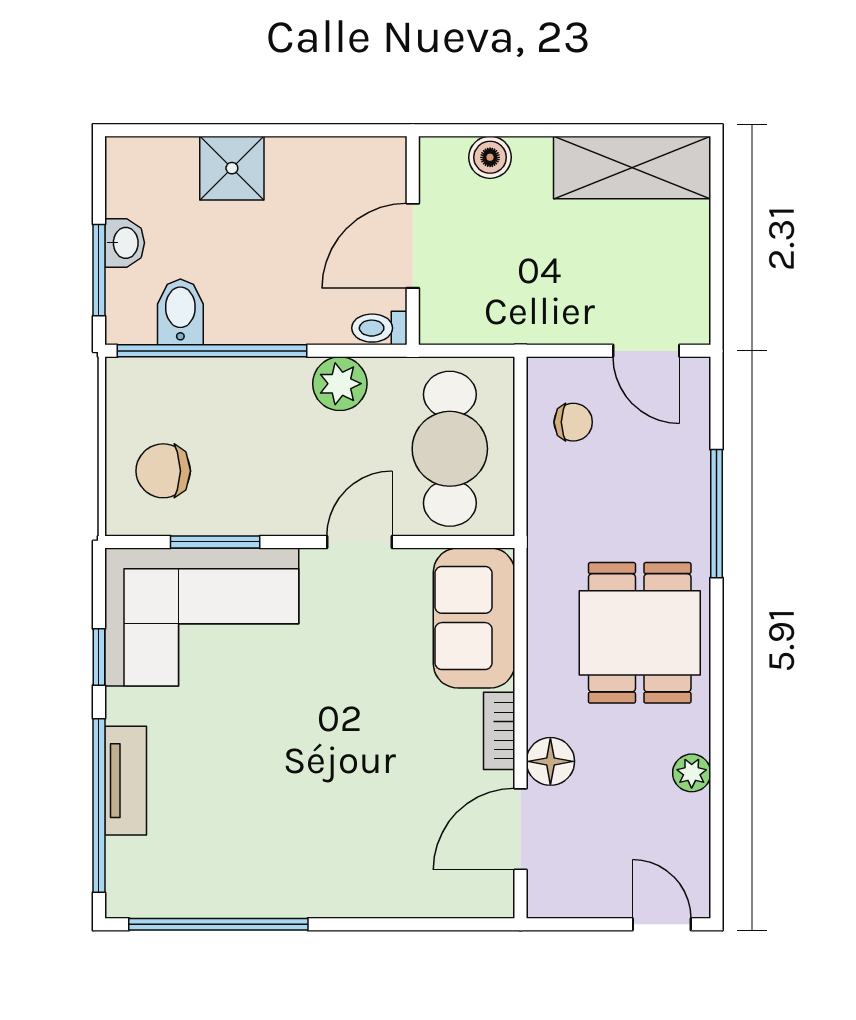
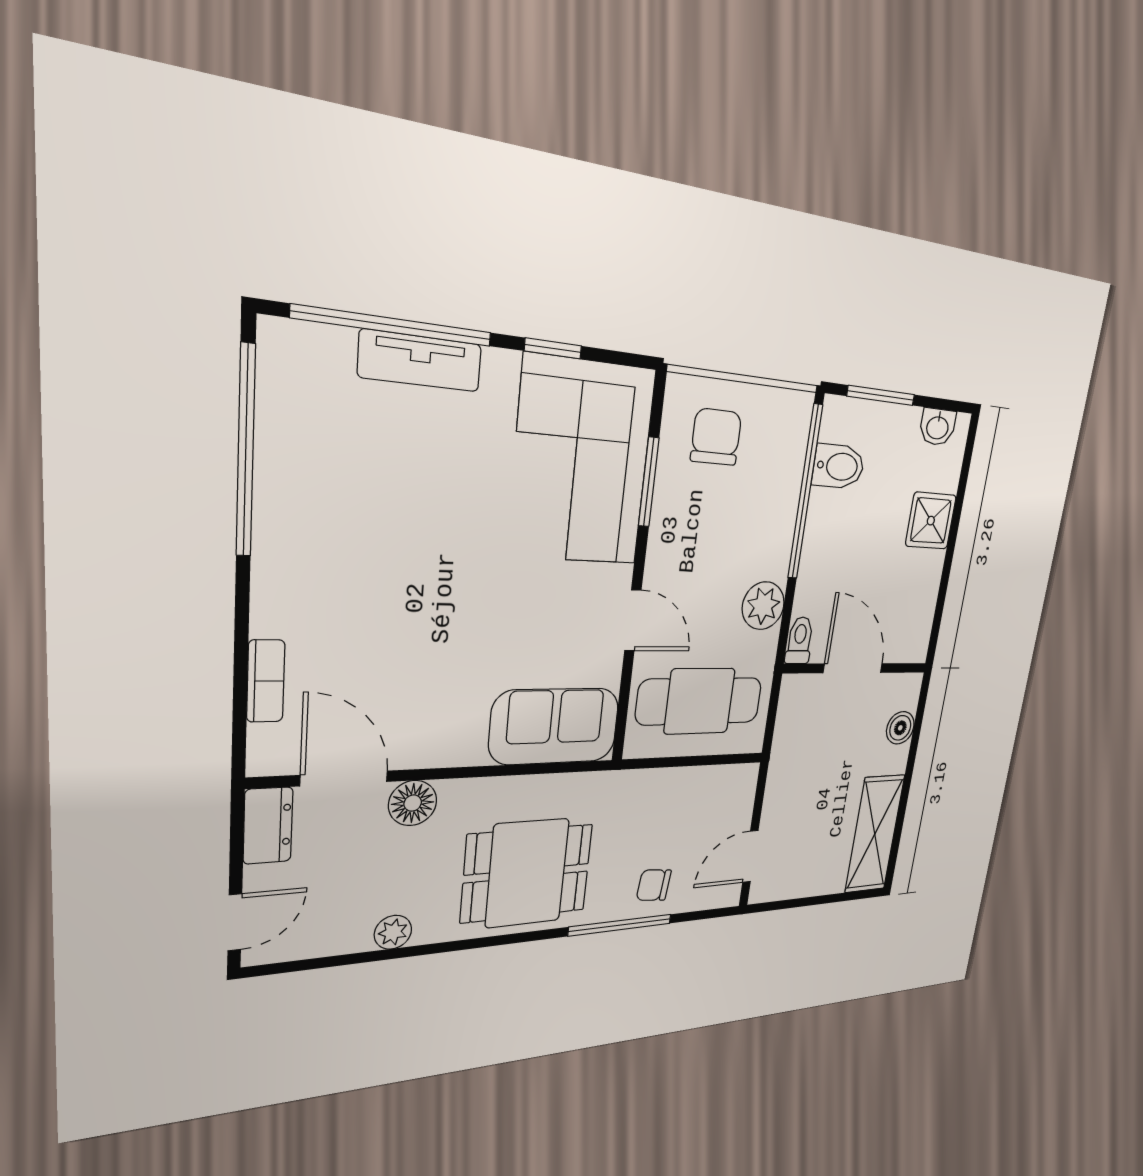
washbasin: (125, 243) -> (938, 427), moved
chair: (573, 422) -> (654, 885), moved, turned 96
bookcase: (499, 731) -> (266, 681), moved, turned 90
dresser: (564, 897) -> (268, 826), added

